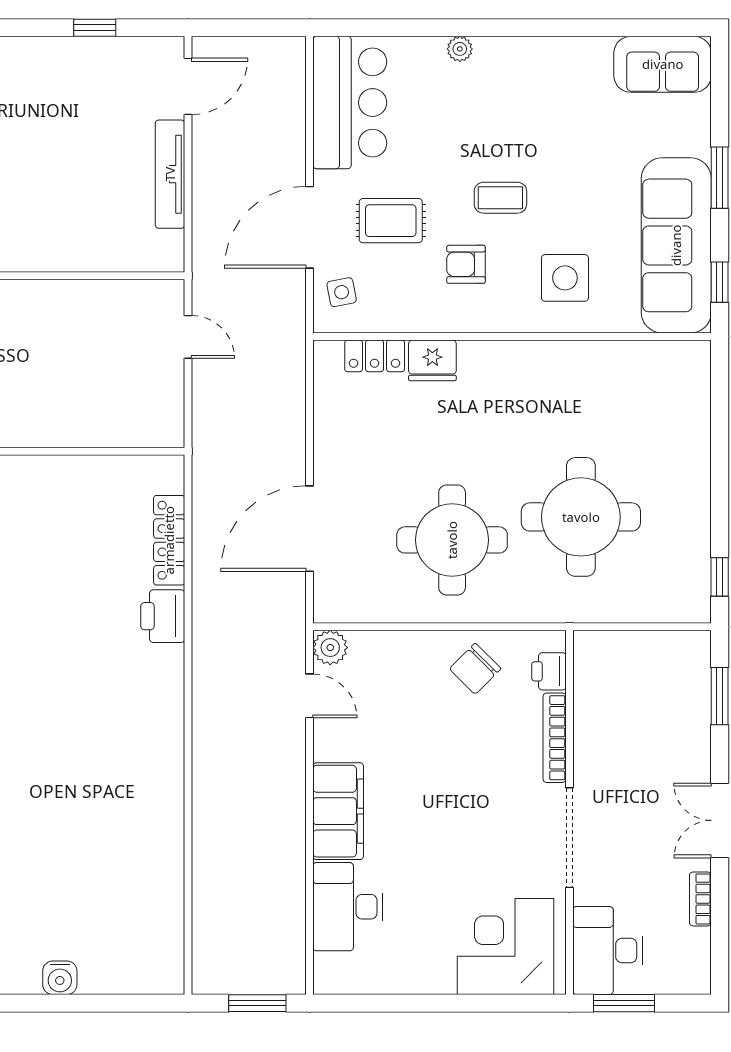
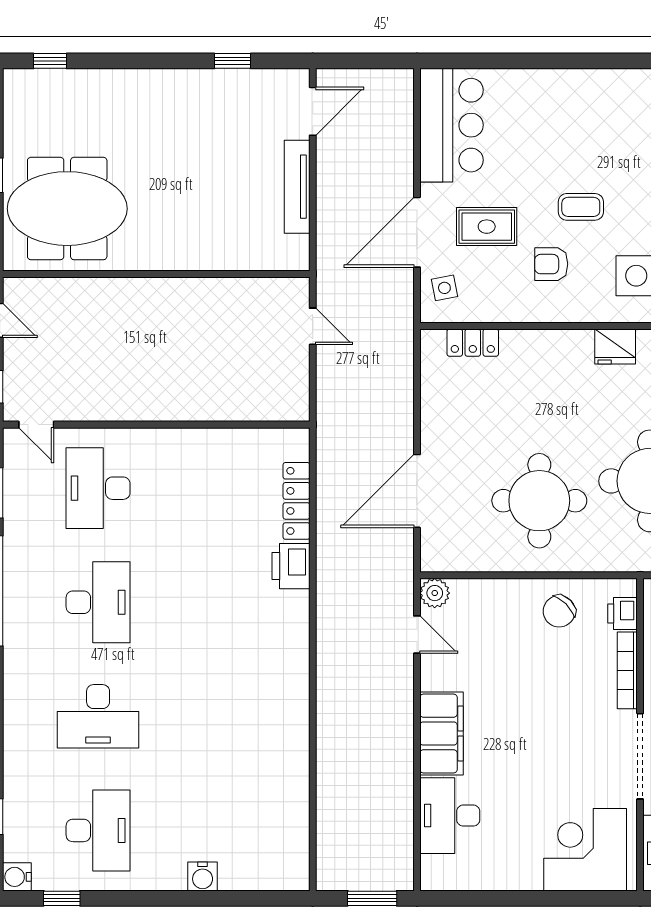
plant: (460, 49) -> (546, 79), removed
fridge: (432, 360) -> (615, 347), moved

